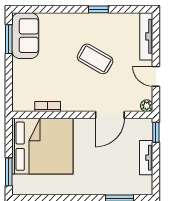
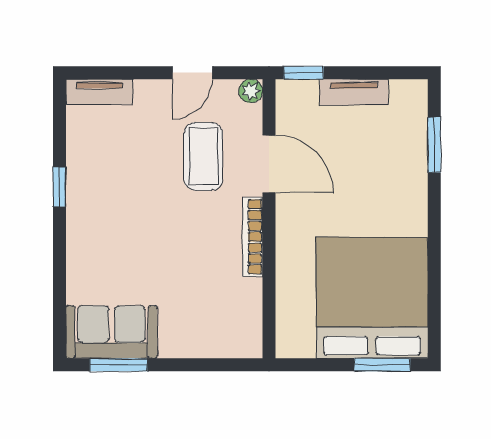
tv unit: (146, 36) -> (99, 92), width x0.71
coffee table: (95, 59) -> (203, 156), moved, turned -30
bookcase: (48, 107) -> (253, 237), moved, width x1.56
bed: (42, 146) -> (372, 298), moved

